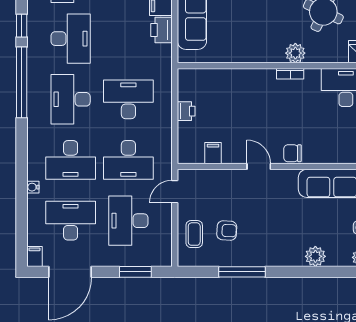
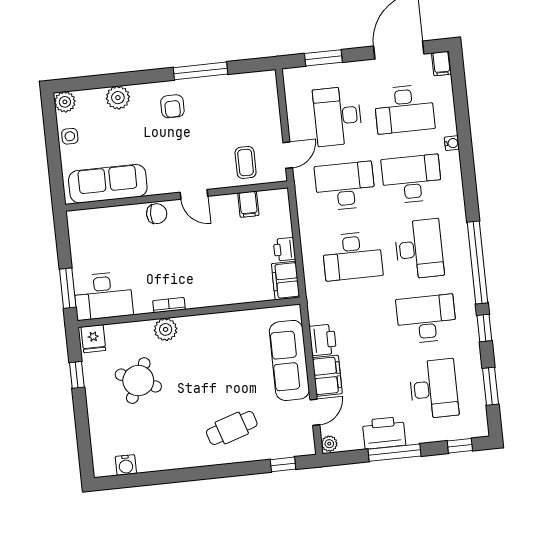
desk: (71, 39) -> (426, 319), turned 90
filing cabinet: (188, 84) -> (286, 281), added
desk: (128, 221) -> (338, 116), turned 180
armchair: (227, 231) -> (172, 106), moved, turned -93
coffee table: (194, 234) -> (246, 162), moved

